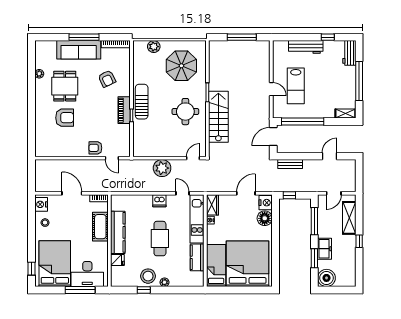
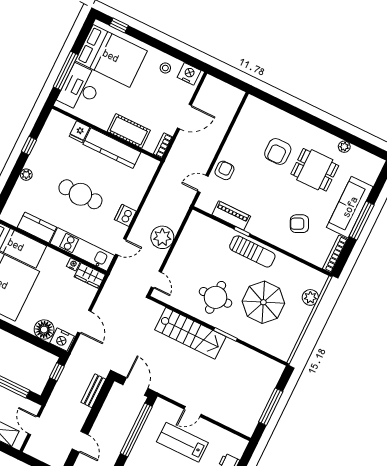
parasol: (181, 66) -> (263, 302), moved
piano: (124, 110) -> (231, 216), moved
stool: (148, 276) -> (43, 159), removed

